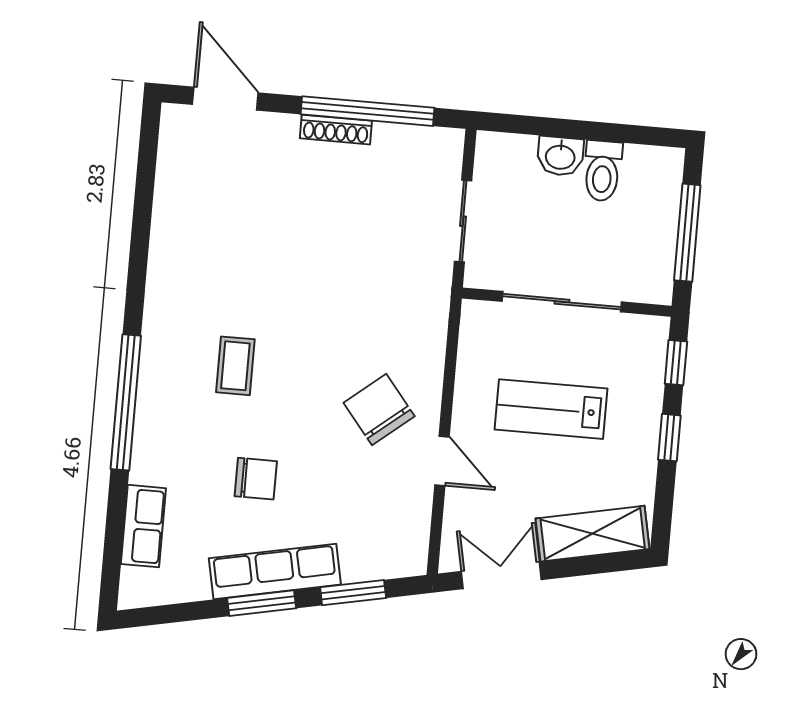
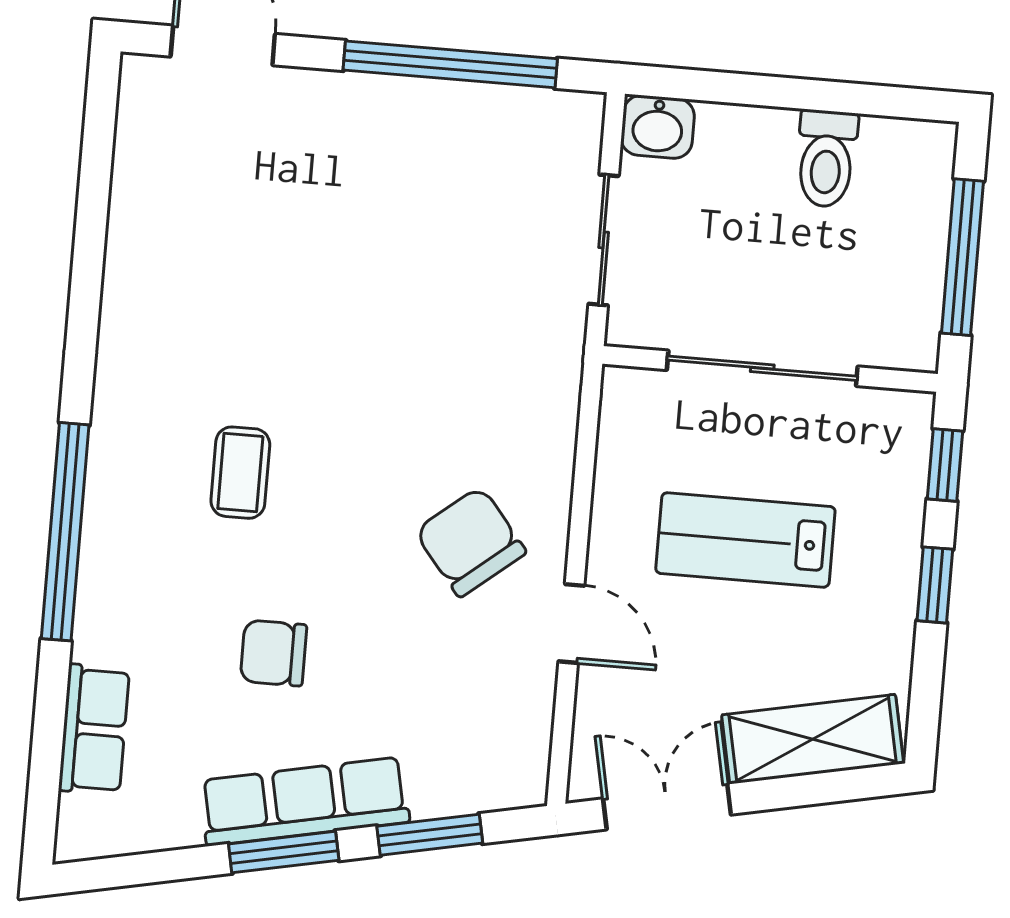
shoe rack: (336, 130) -> (400, 94), removed
washbasin: (560, 156) -> (658, 127), moved
chair: (256, 479) -> (274, 653), turned 180

